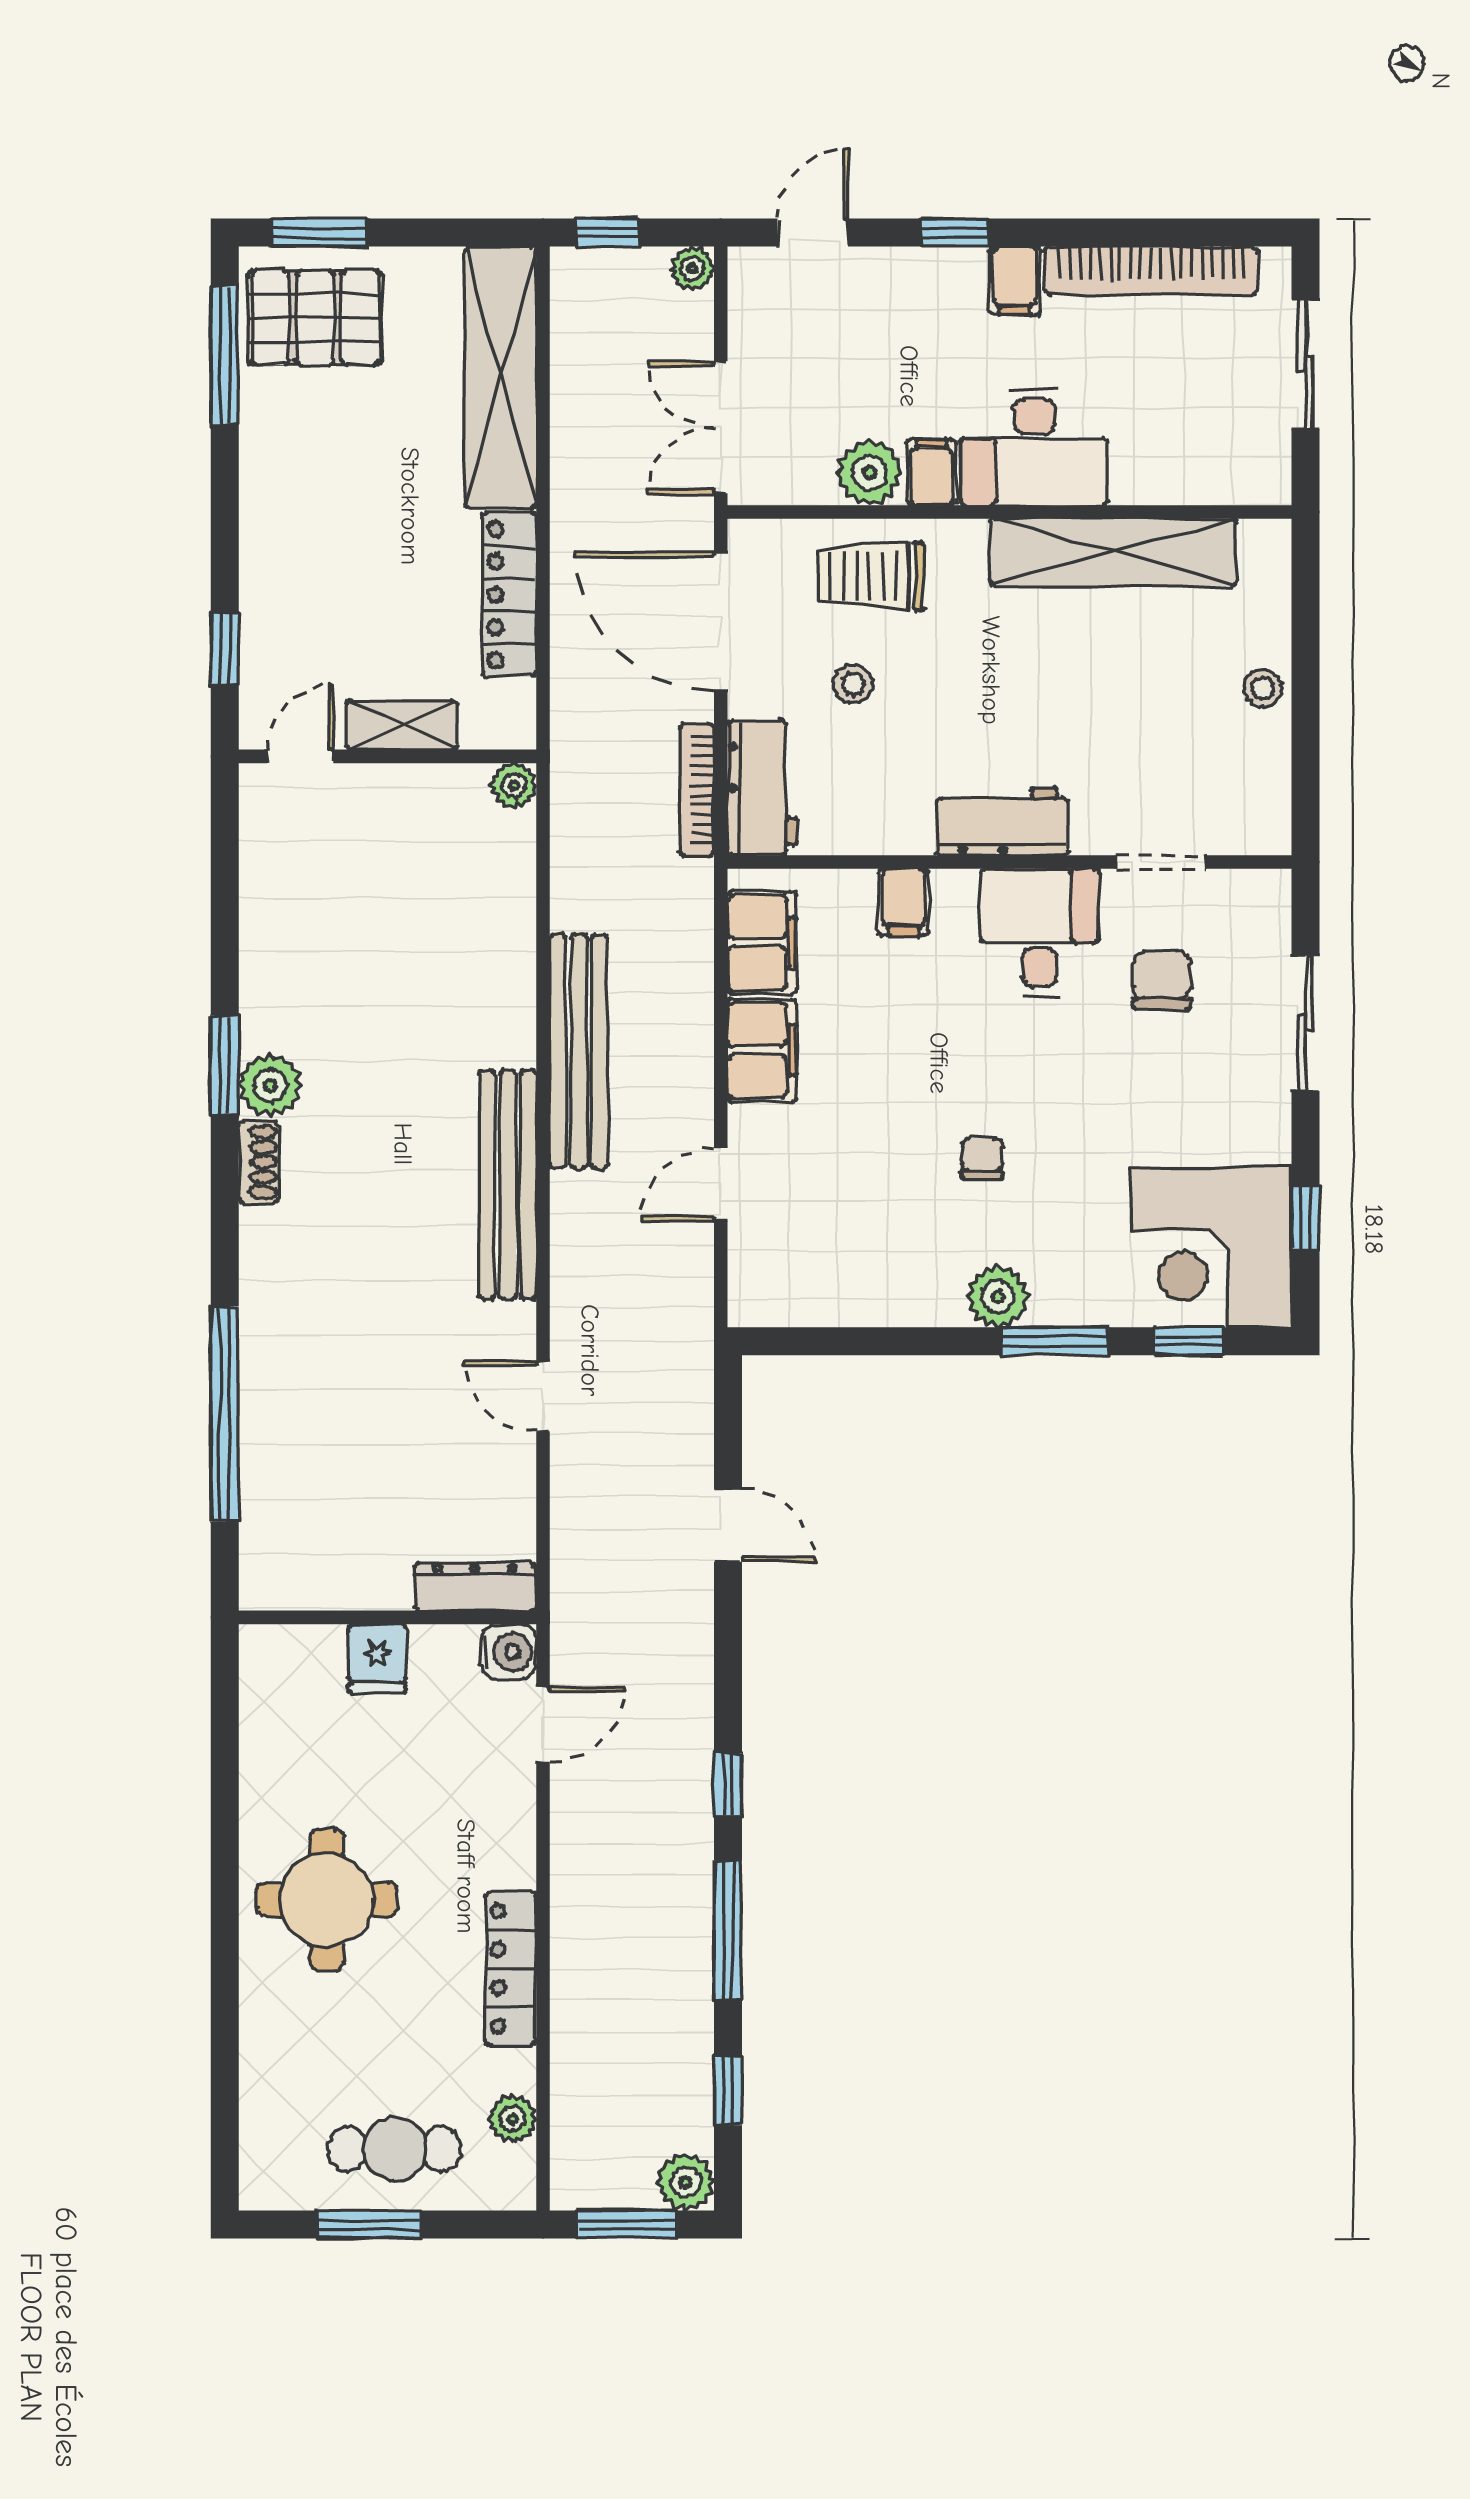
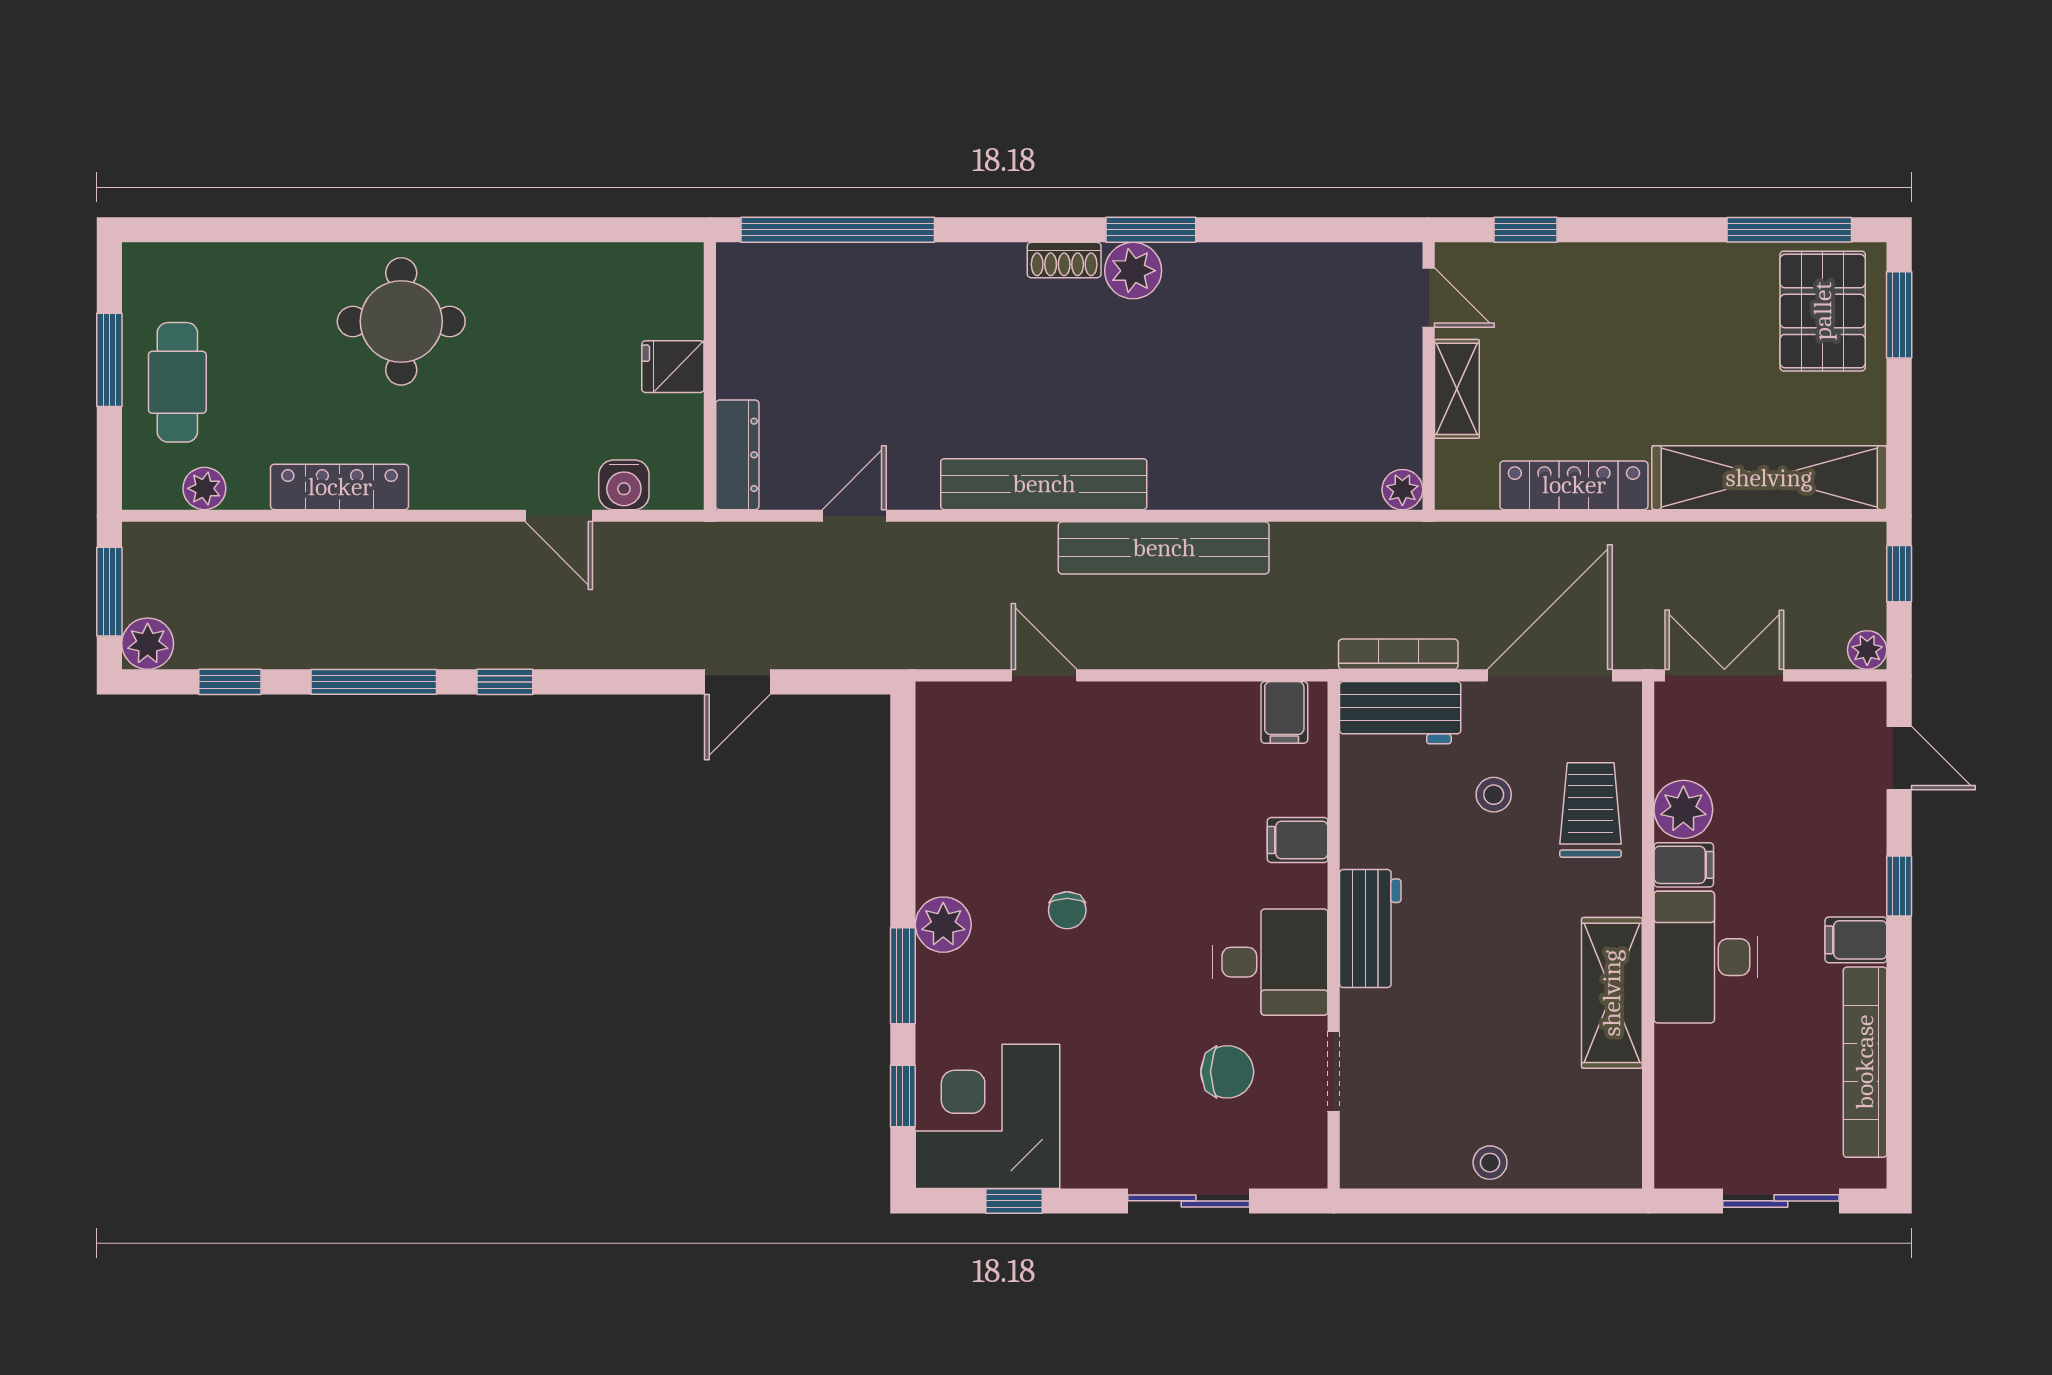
shelving: (1113, 552) -> (1612, 993), width x0.68
filing cabinet: (762, 943) -> (1284, 712), width x0.50
filing cabinet: (762, 1051) -> (1164, 712), removed
chair: (982, 1158) -> (1067, 910), turned 89
dresser: (475, 1587) -> (737, 455), moved
wall: (387, 1617) -> (710, 376), moved
fridge: (377, 1658) -> (673, 367), moved

